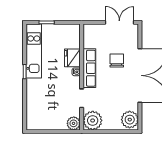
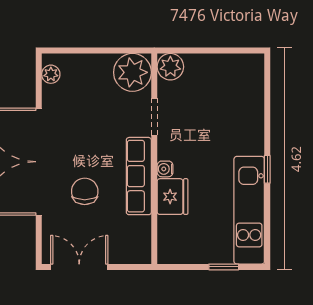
double door: (119, 22) -> (79, 267), swing flipped
chair: (117, 61) -> (85, 191), turned 180
plant: (130, 120) -> (51, 74), width x0.53, depth x0.53

